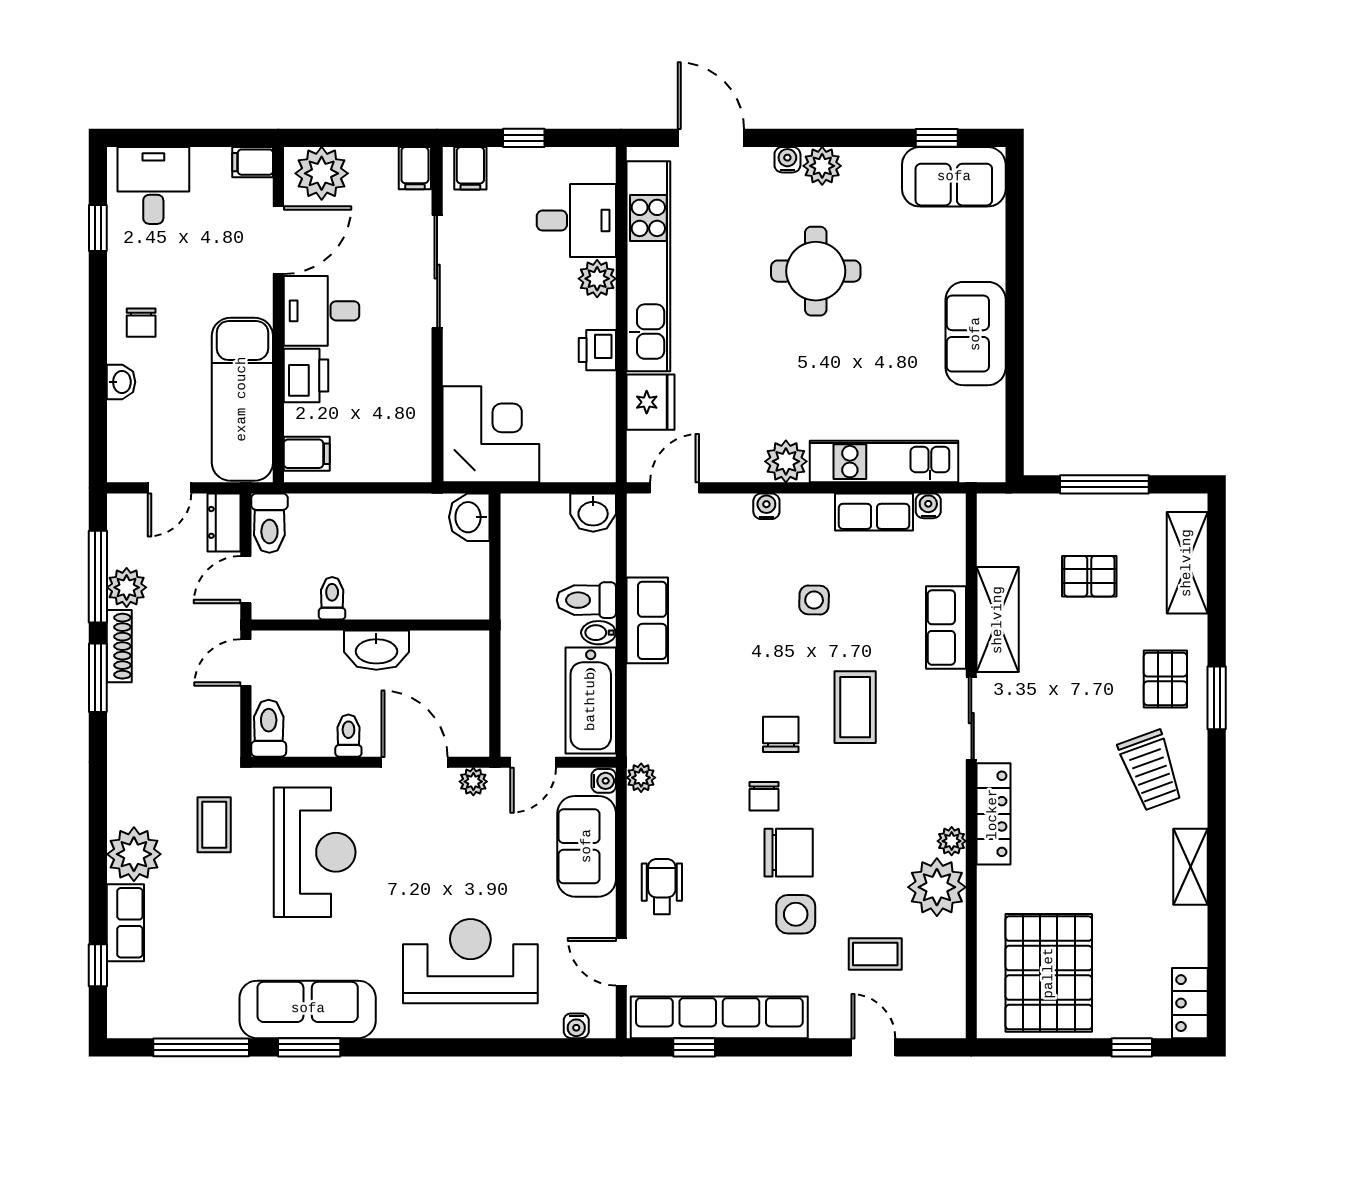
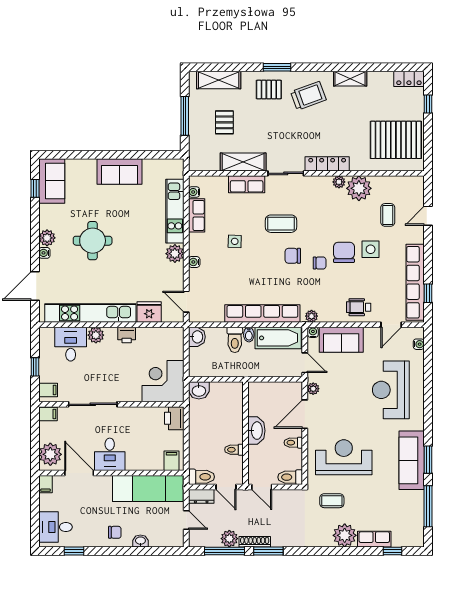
printer: (306, 376) -> (174, 418), moved, turned -90
row of seats: (647, 620) -> (262, 313), width x2.02

